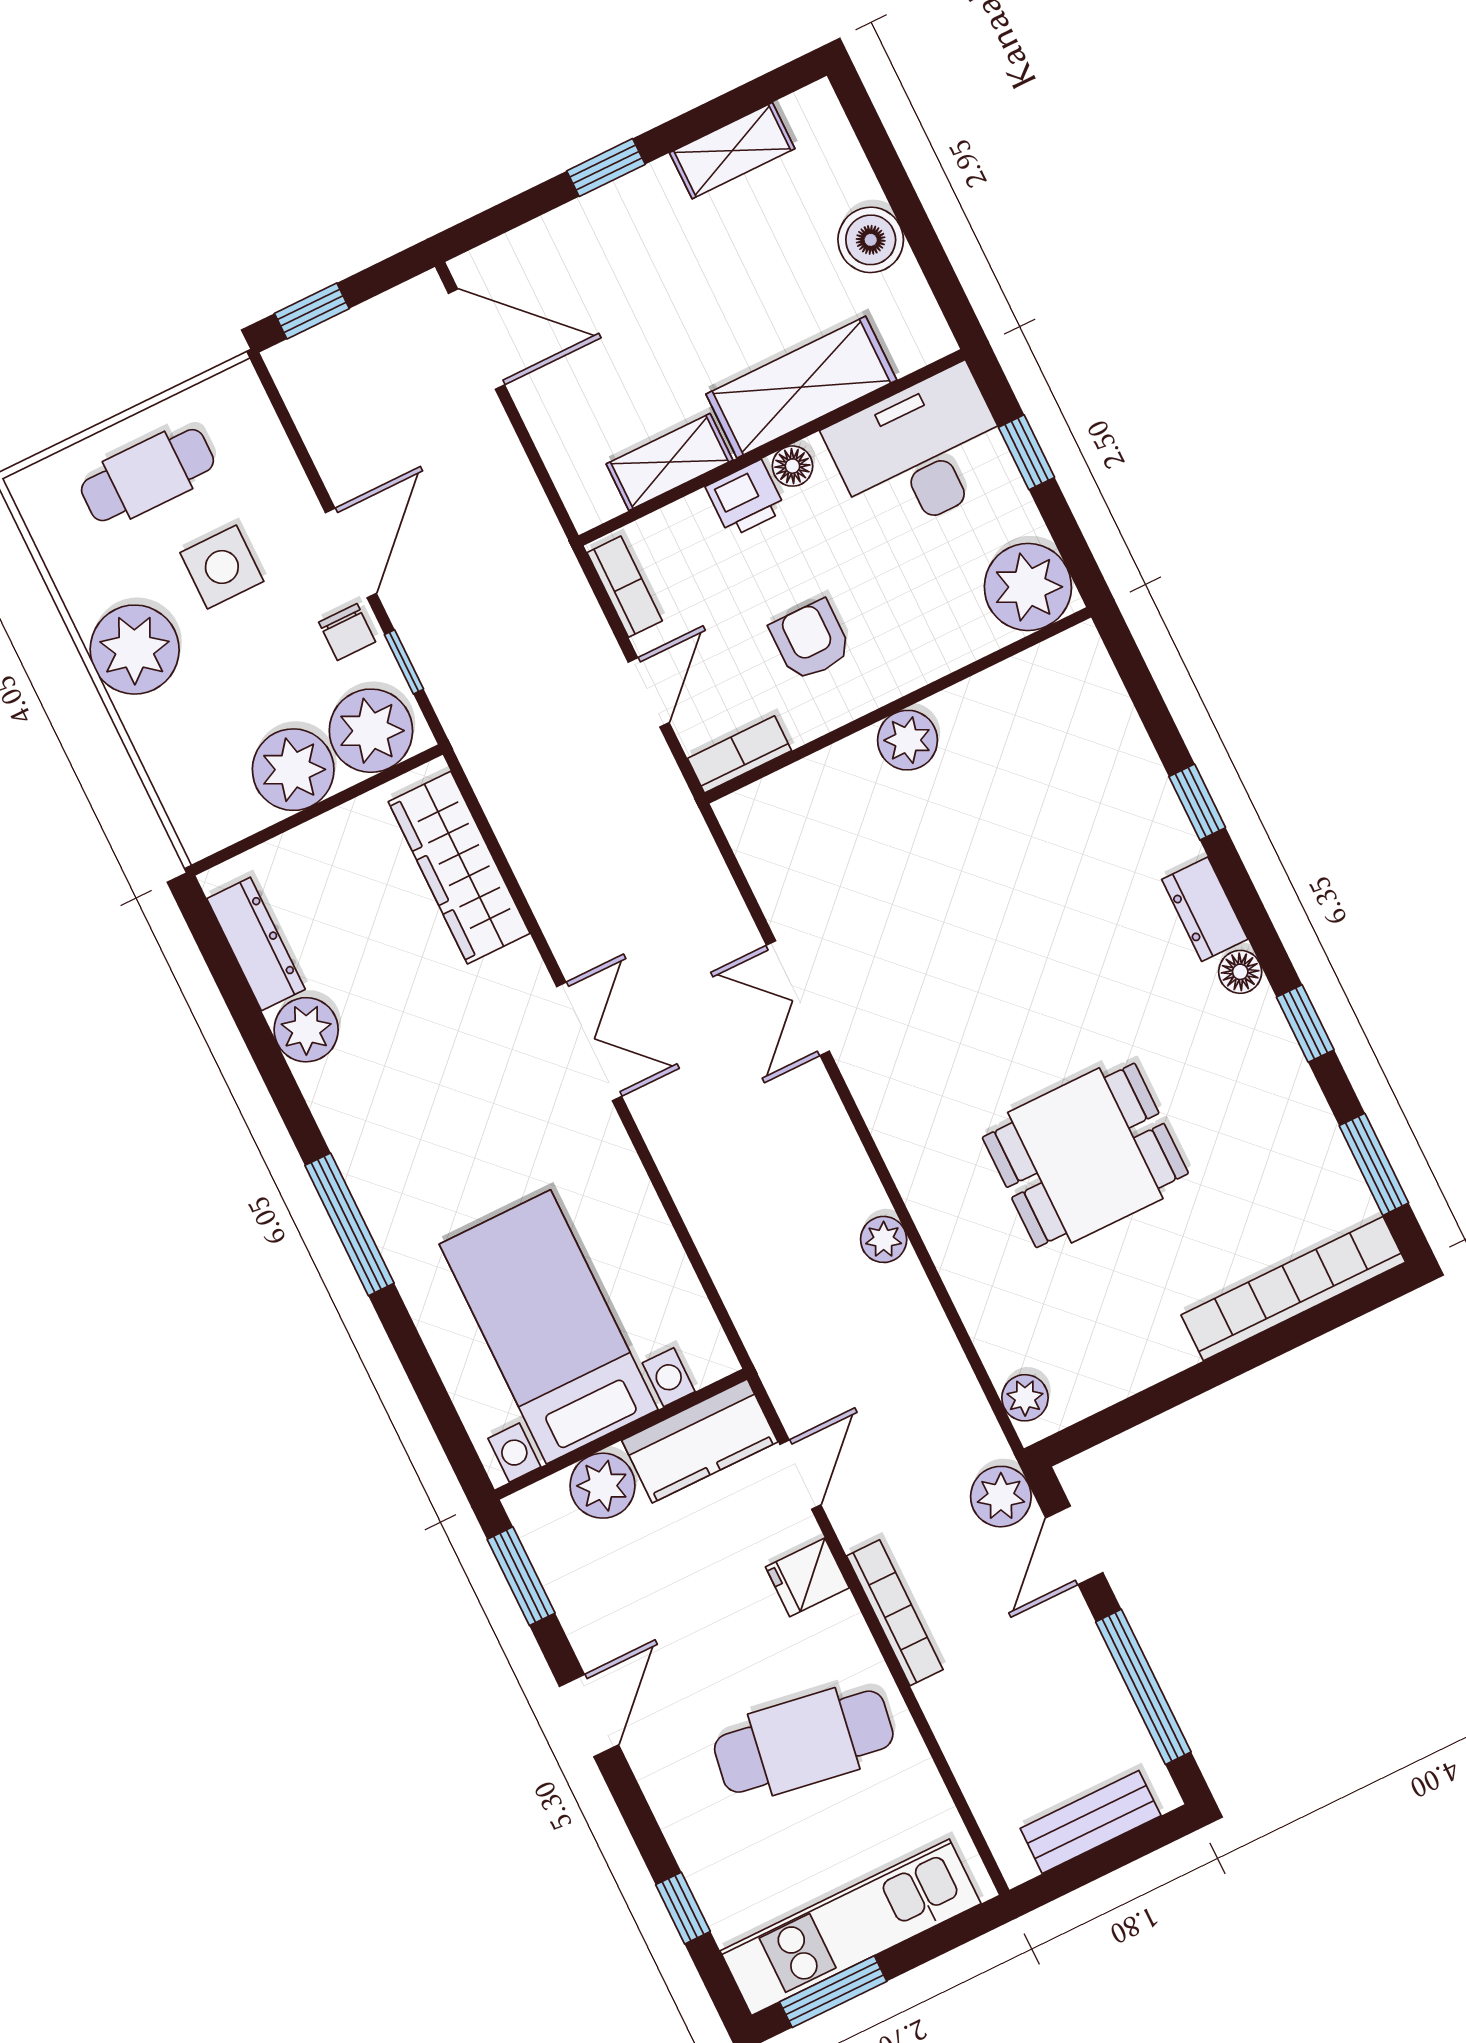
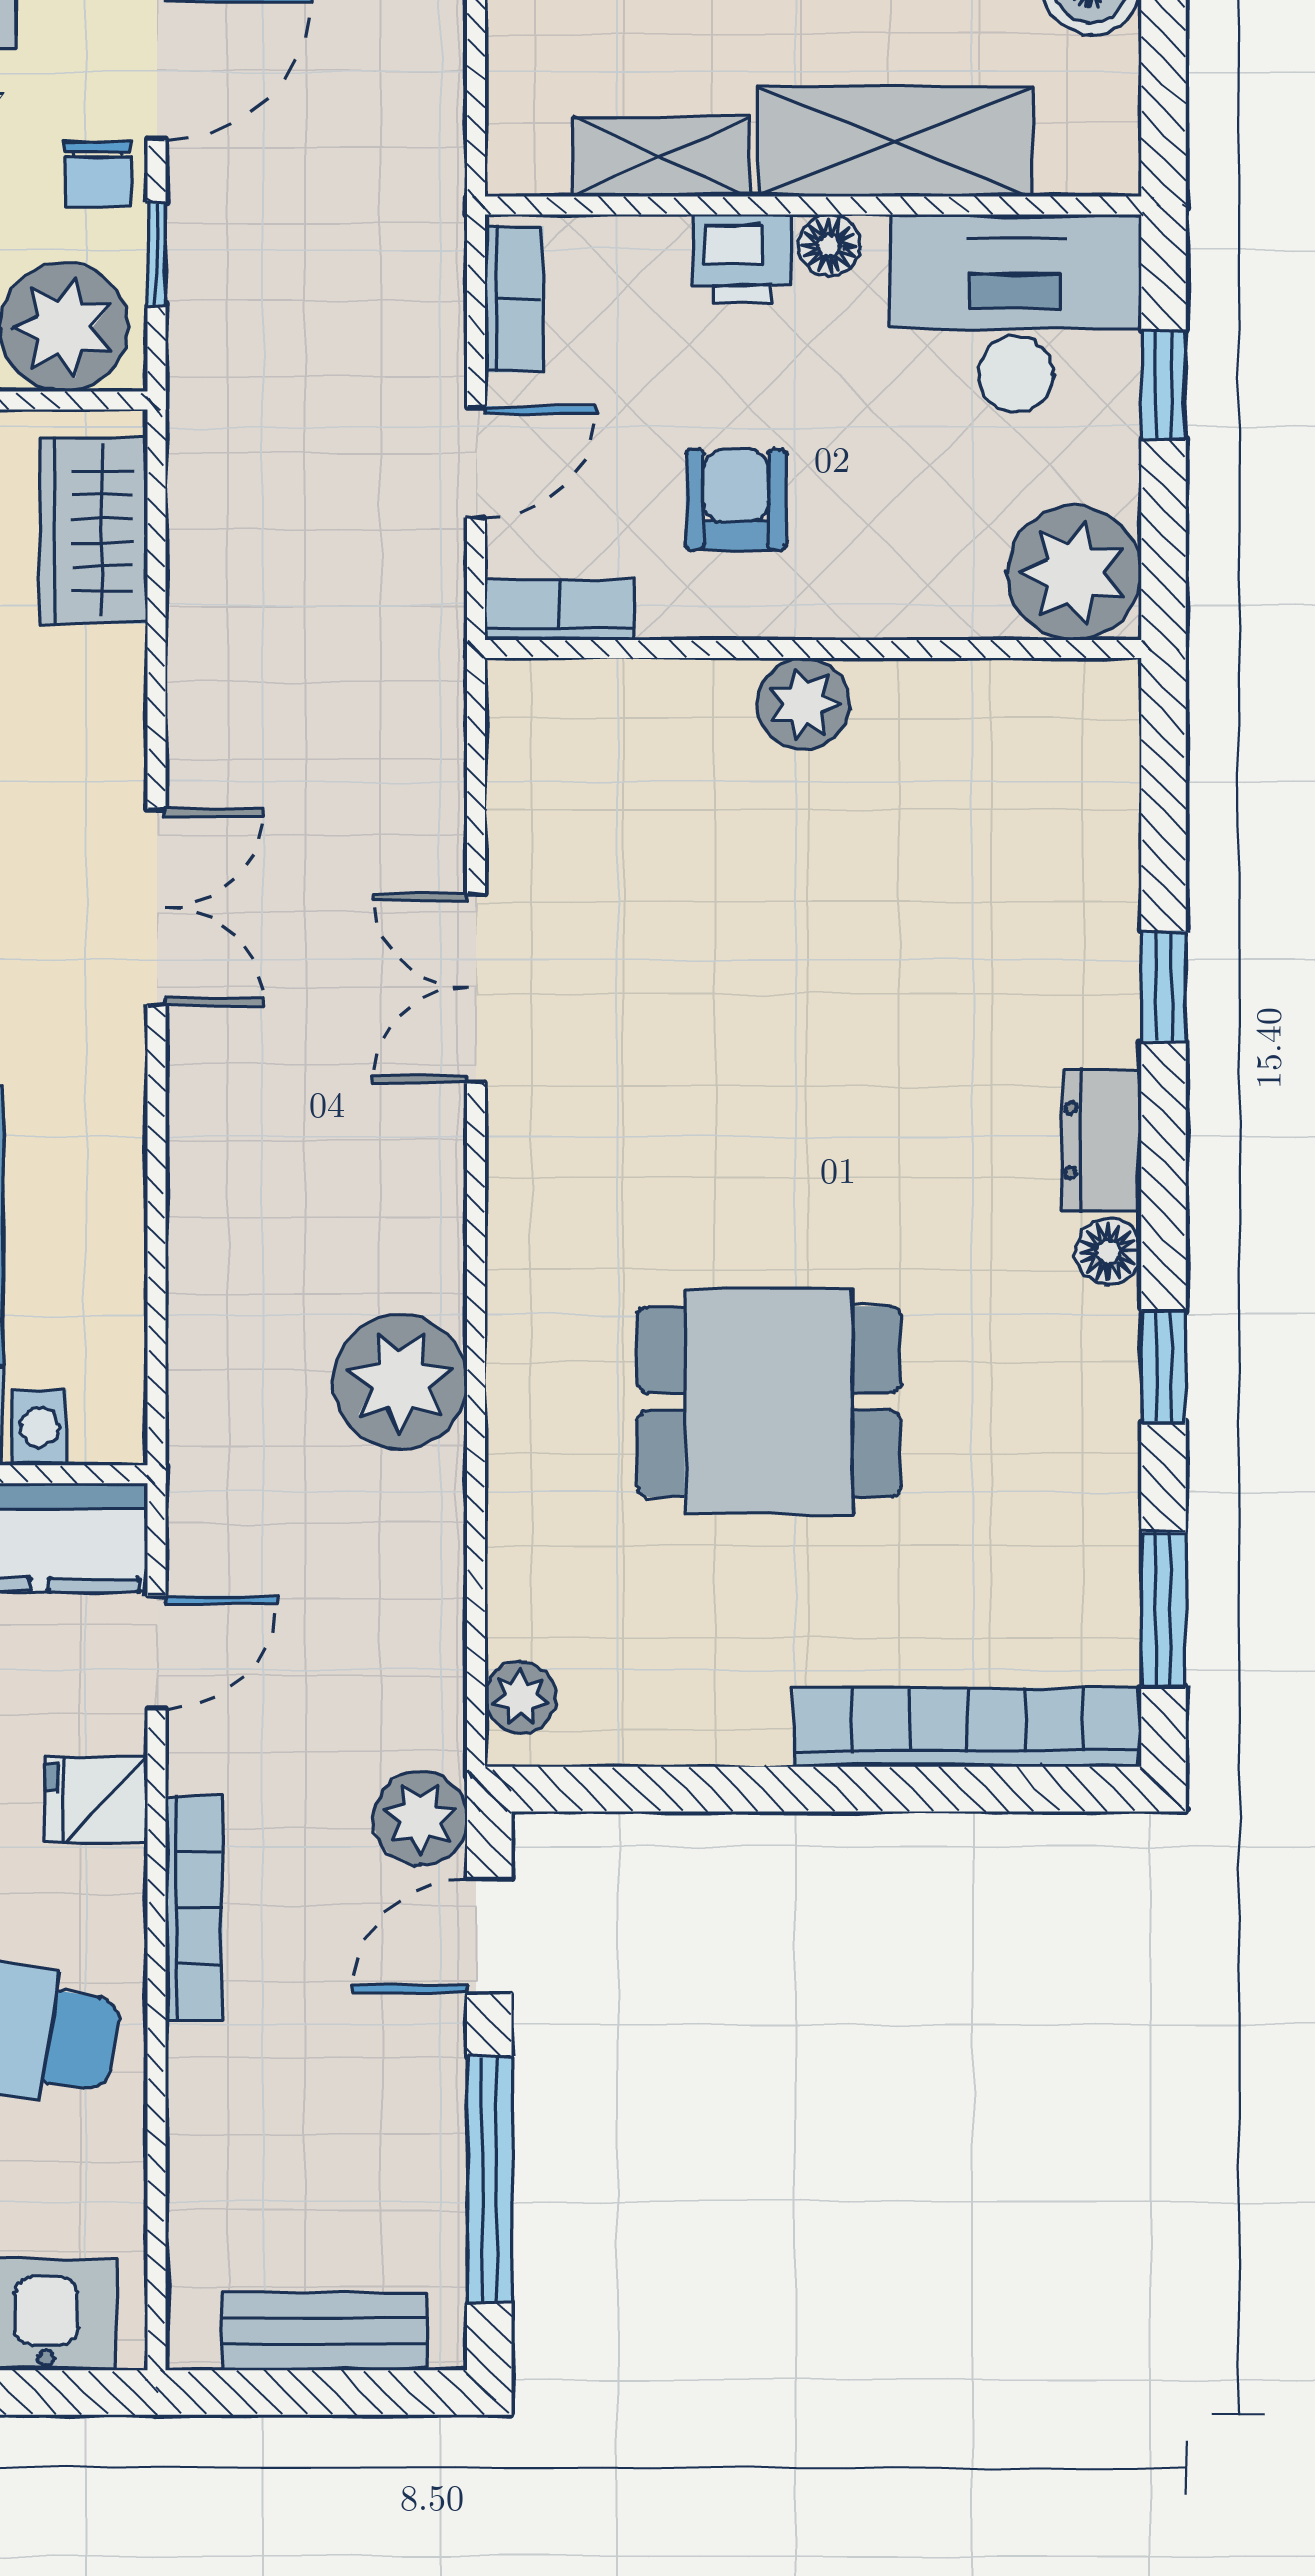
wardrobe: (459, 868) -> (94, 531), width x0.67
plant: (884, 1239) -> (400, 1382), width x1.88, depth x1.88

